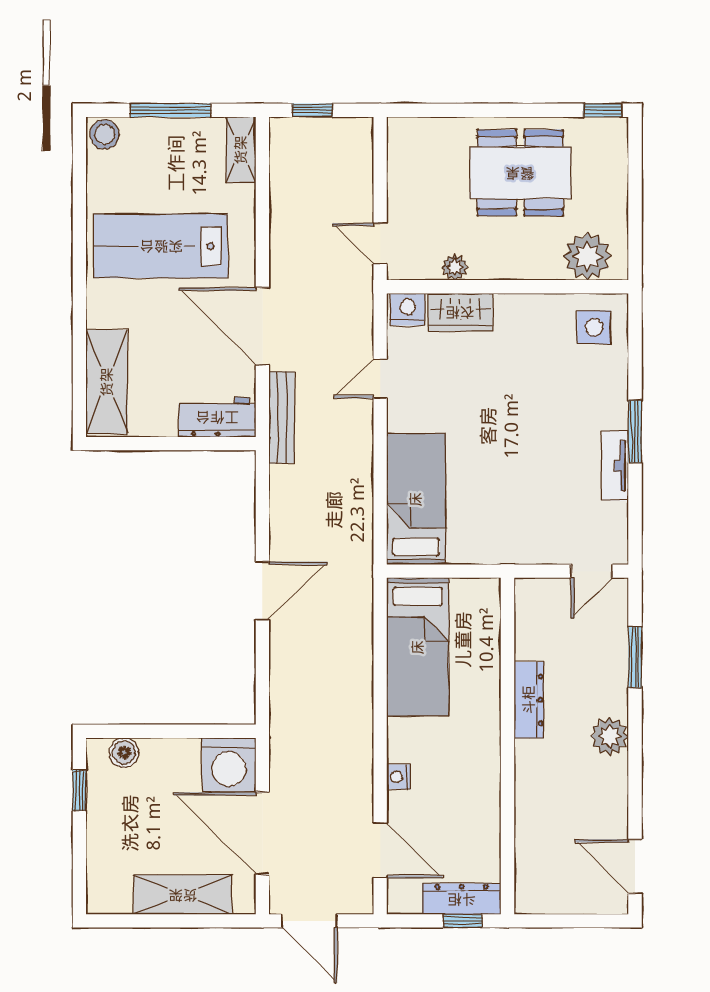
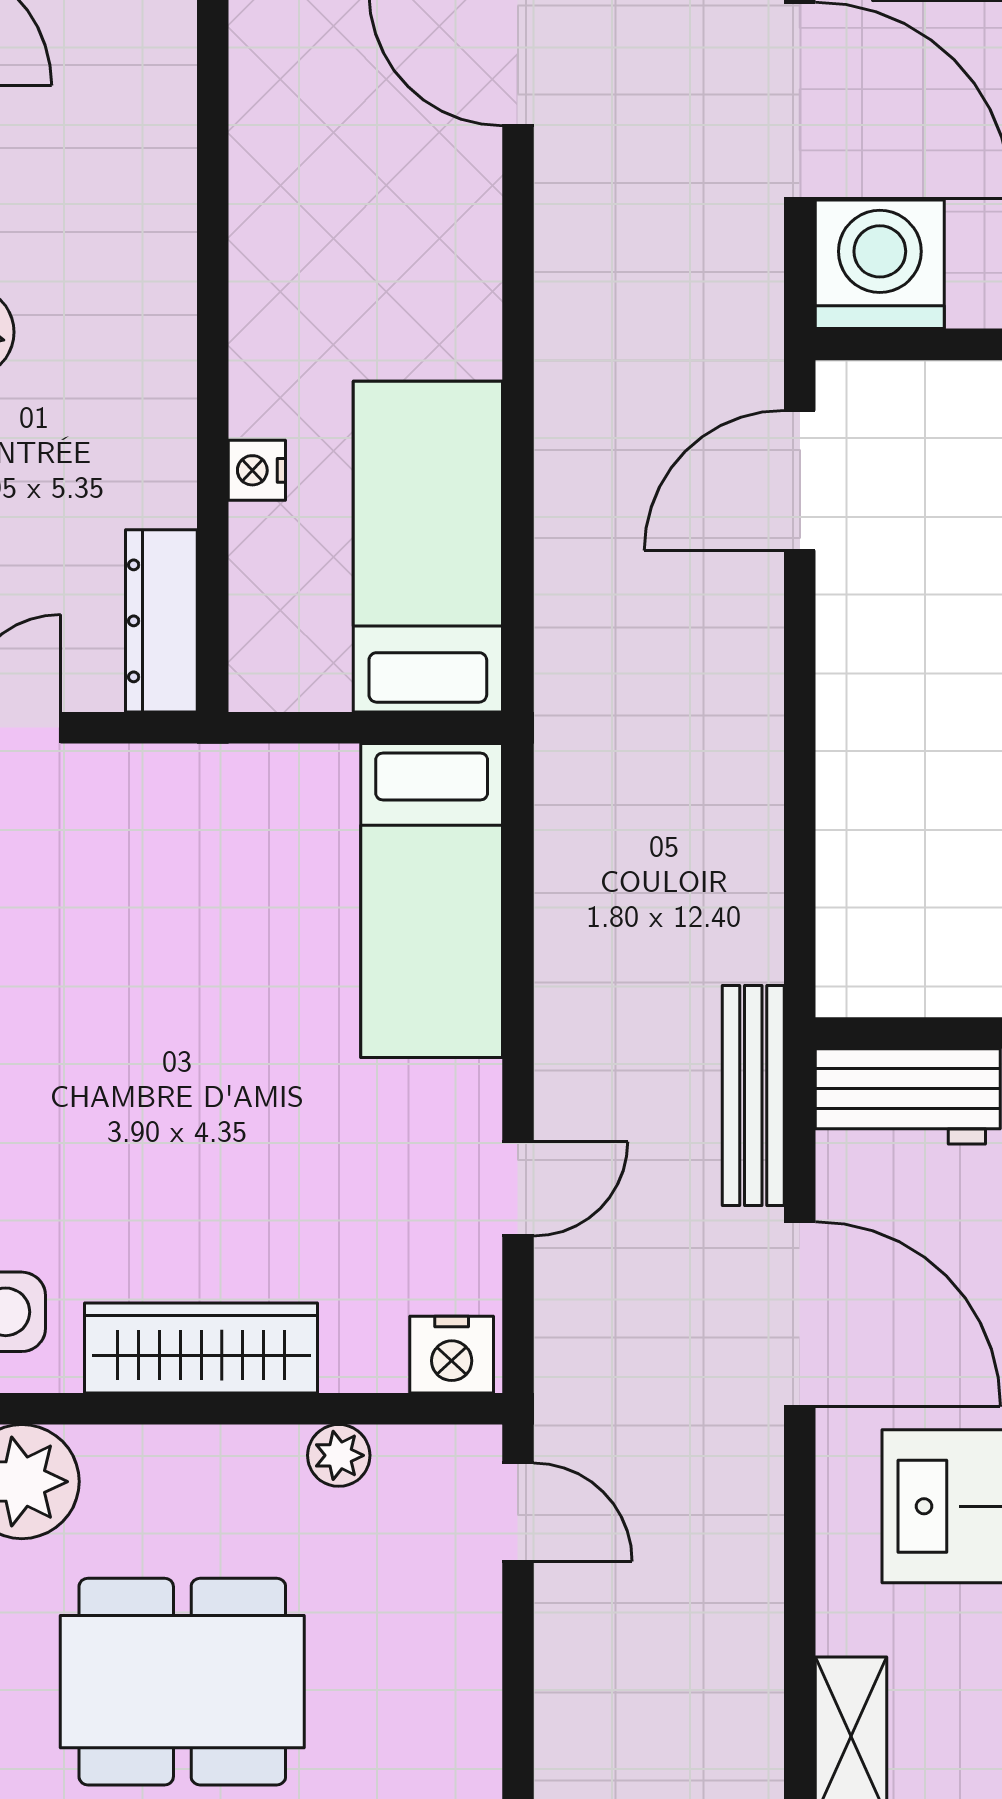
wardrobe: (460, 312) -> (201, 1348), moved, width x1.50
door: (262, 591) -> (800, 480), moved
dresser: (529, 700) -> (161, 621), moved
nightstand: (398, 777) -> (257, 470), moved, turned 180

